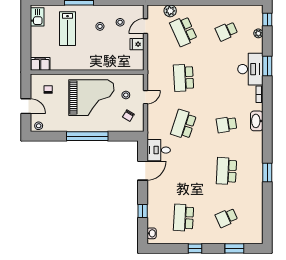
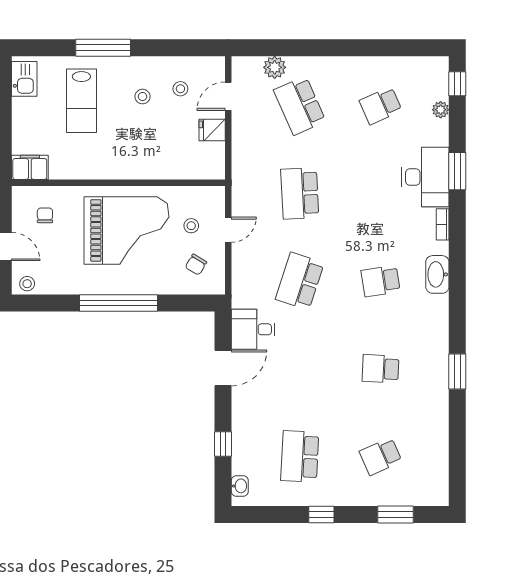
school desk: (226, 171) -> (381, 369), width x0.54

